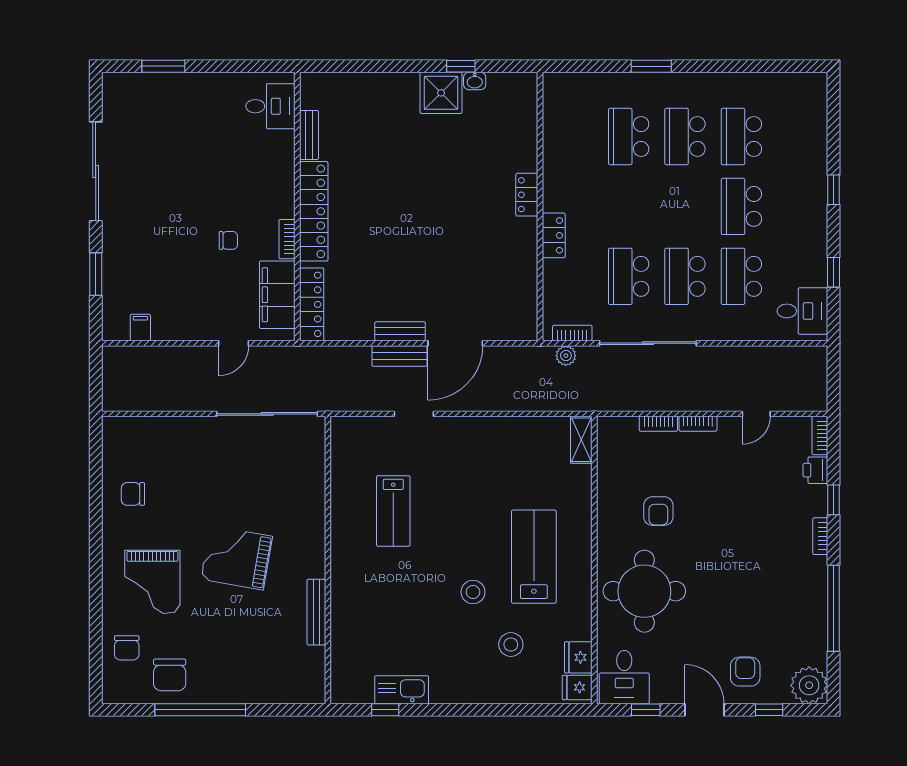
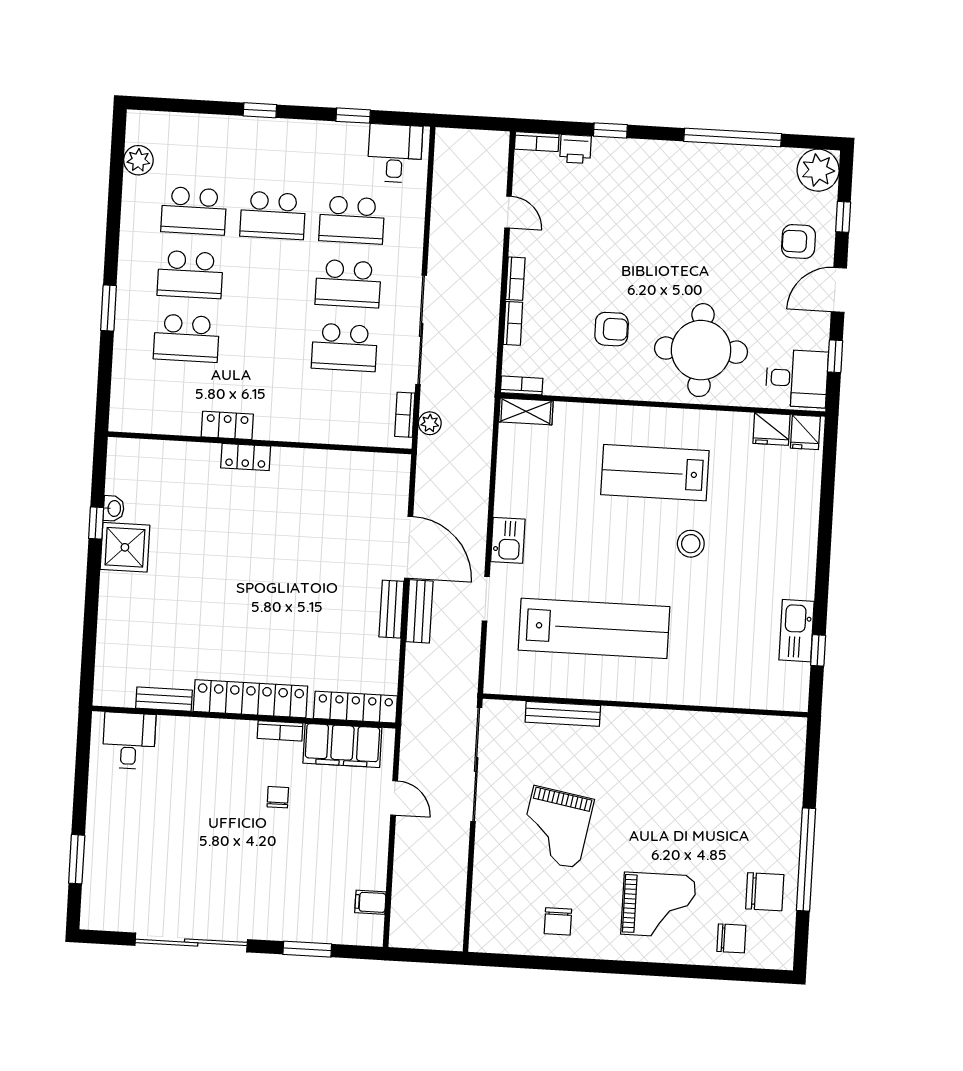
plant: (783, 85) -> (138, 160), added
locker: (554, 235) -> (227, 425), moved
kitchen sink: (467, 430) -> (508, 540), added
lab bench: (393, 511) -> (594, 628), width x1.86, depth x1.39
bookcase: (820, 536) -> (522, 385), moved, turned 180
grand piano: (237, 558) -> (556, 827), moved
bench: (316, 612) -> (563, 714), moved
stool: (511, 644) -> (753, 504), removed

